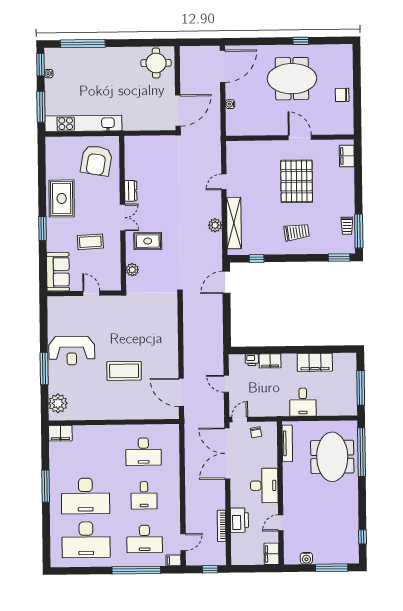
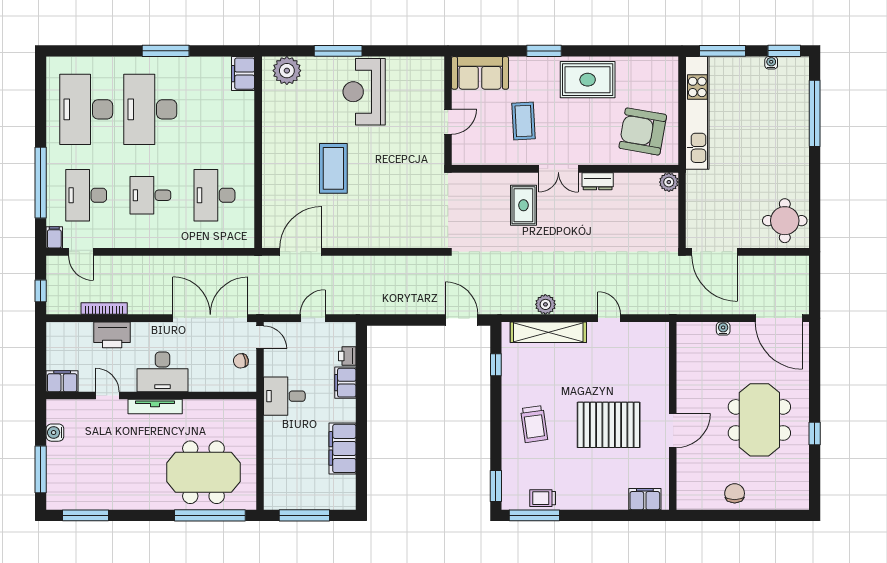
plant: (132, 270) -> (669, 182), moved
desk: (303, 402) -> (284, 396), moved
tv unit: (287, 443) -> (155, 407), moved
window: (363, 537) -> (85, 515), width x2.17

